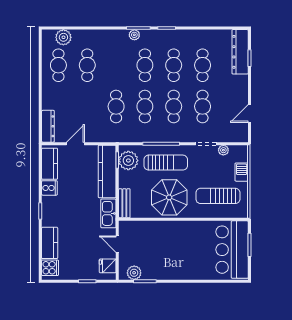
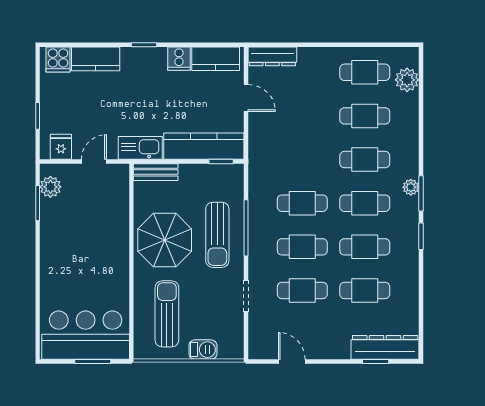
cafe table: (116, 106) -> (365, 160), moved
plant: (223, 150) -> (236, 322), removed
plant: (128, 161) -> (220, 178), removed

